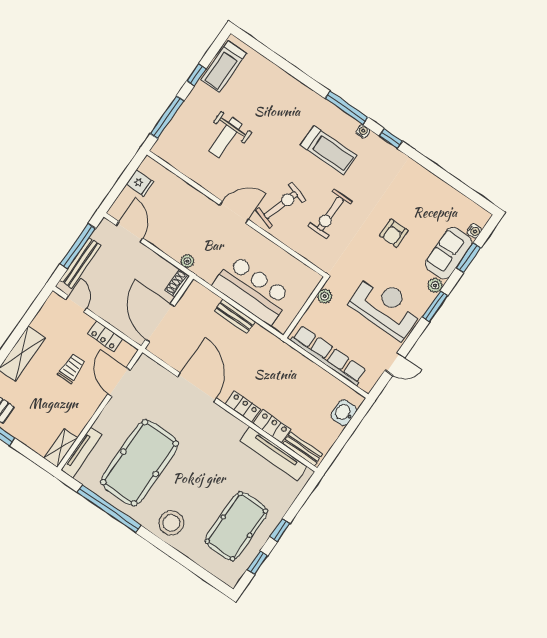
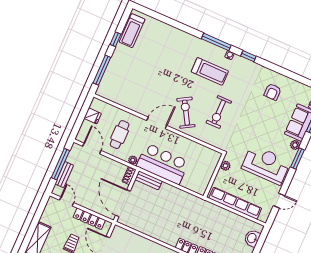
weight bench: (226, 137) -> (142, 76), removed
exercise bike: (281, 205) -> (186, 113), turned -48
cafe table: (175, 219) -> (120, 135), added
armchair: (394, 233) -> (273, 92), moved
bench: (80, 263) -> (64, 175), width x0.73
bar counter: (252, 290) -> (163, 164), moved
bench: (235, 316) -> (149, 180), moved
locker: (105, 336) -> (89, 219), width x1.53
door: (197, 387) -> (155, 240), removed

